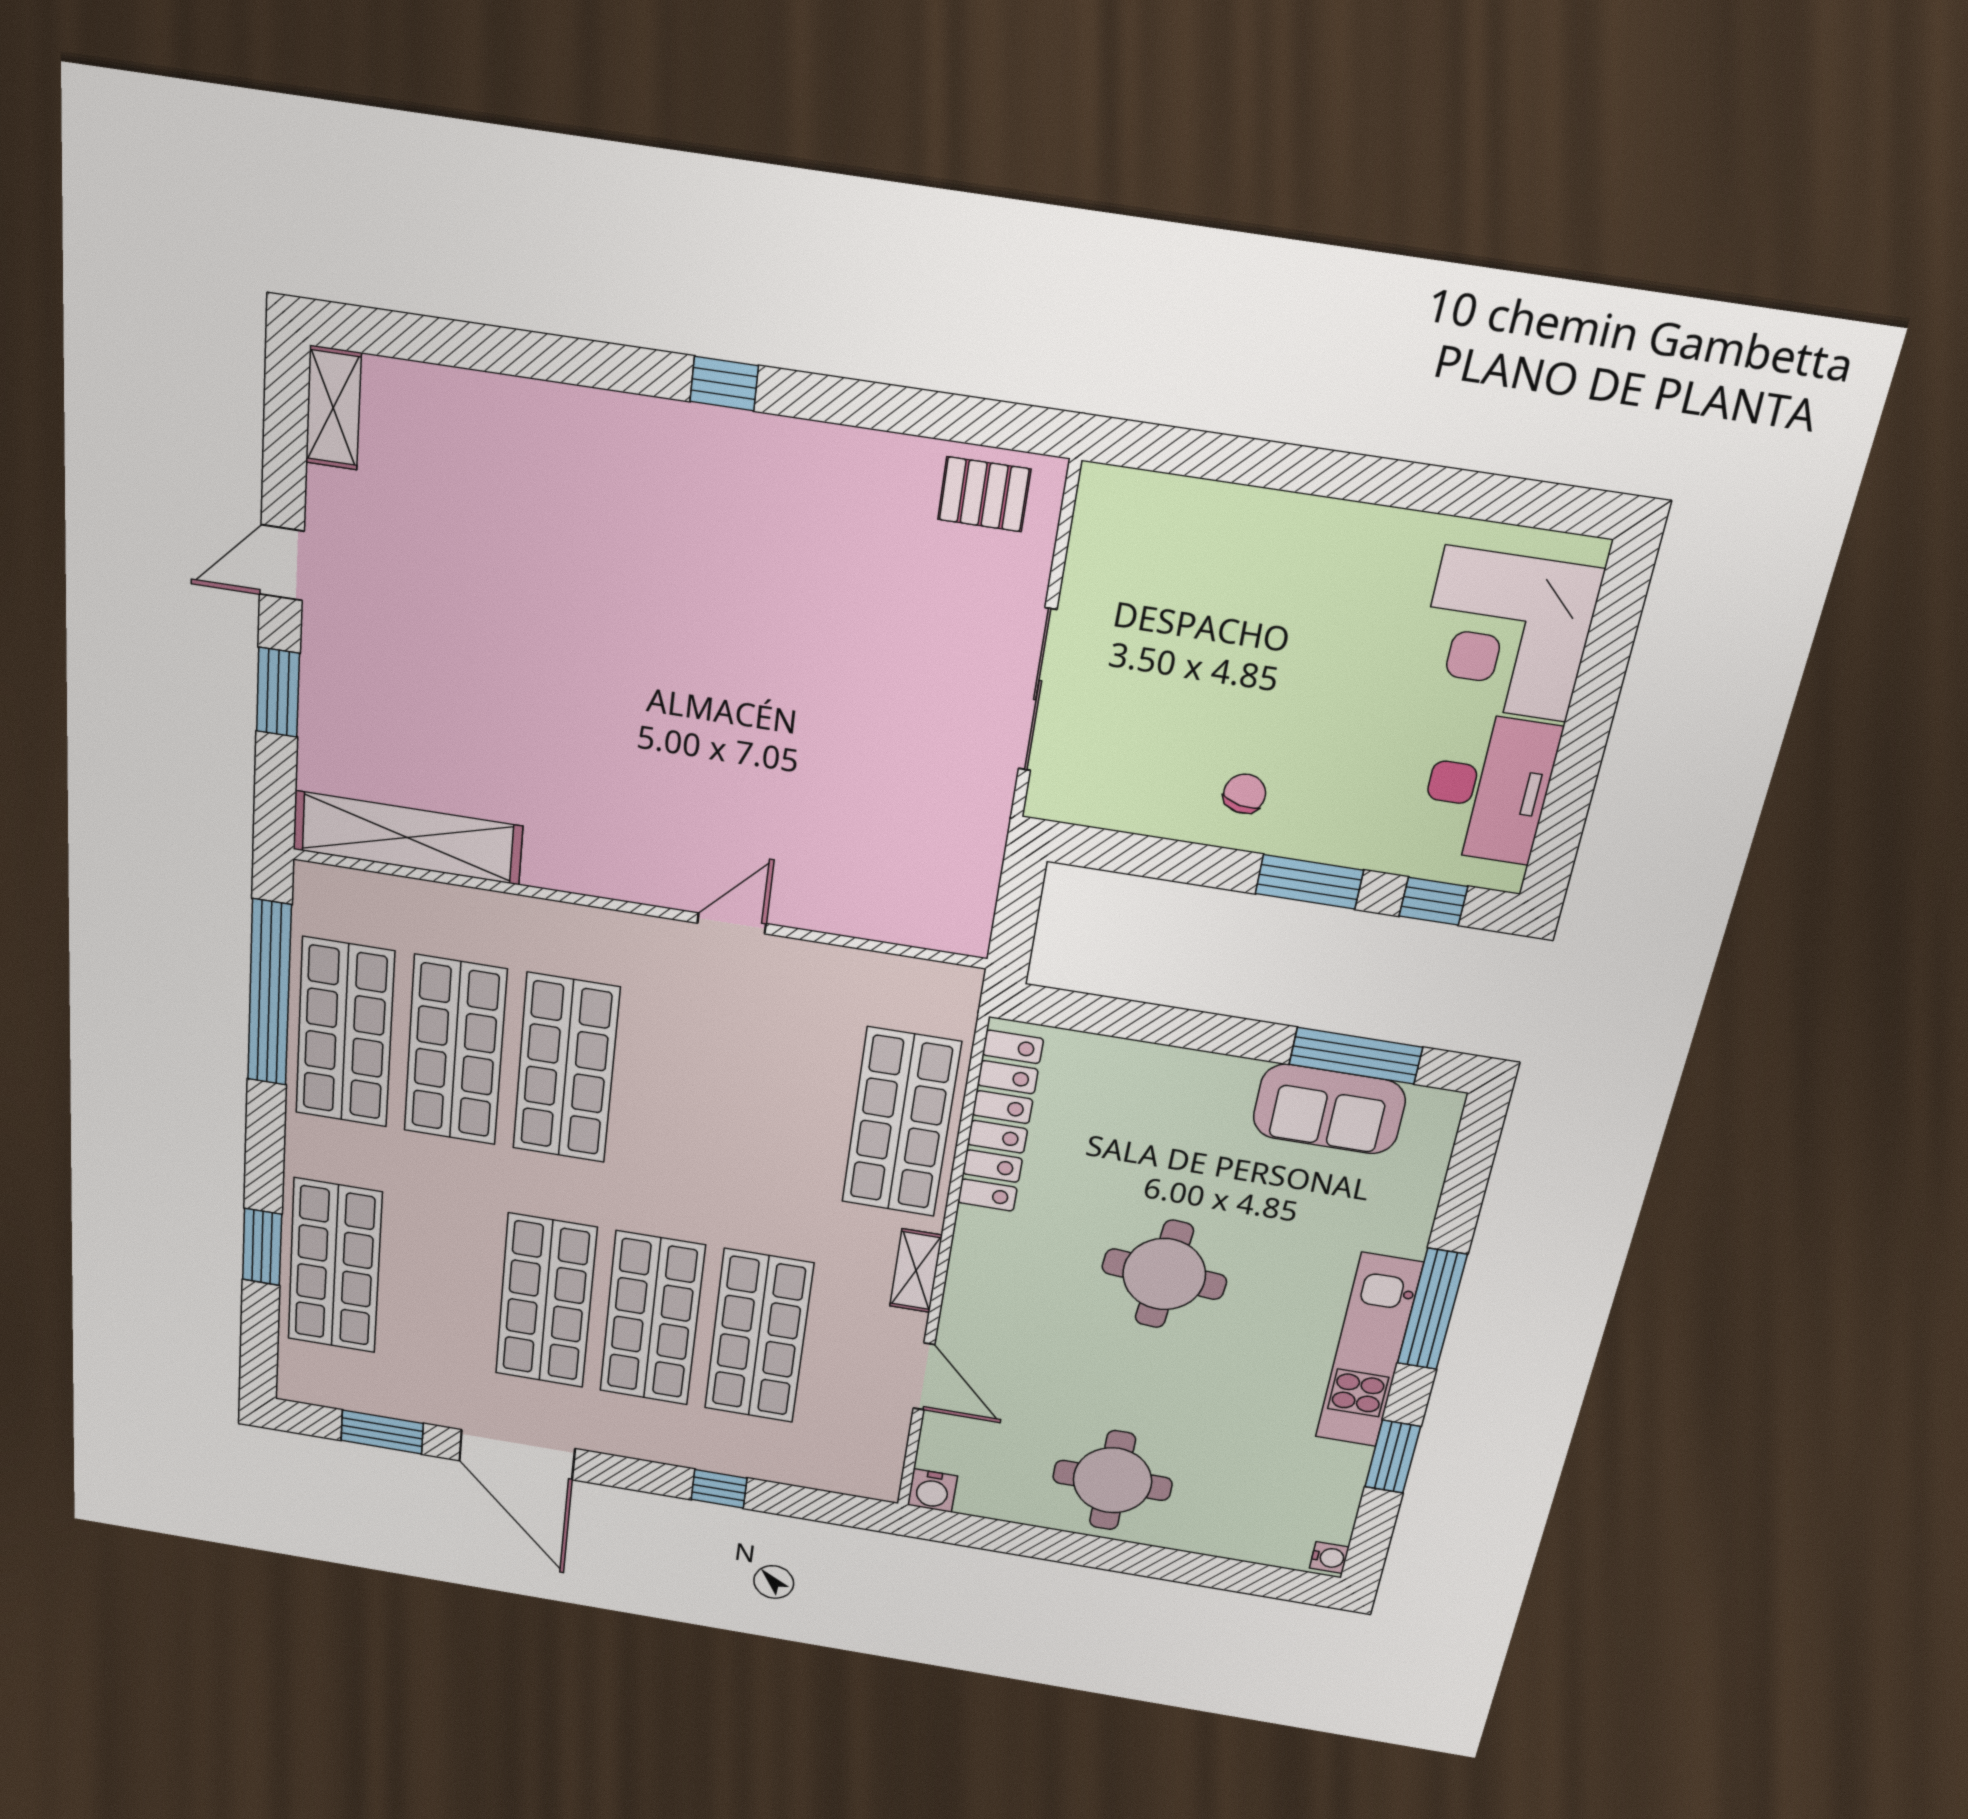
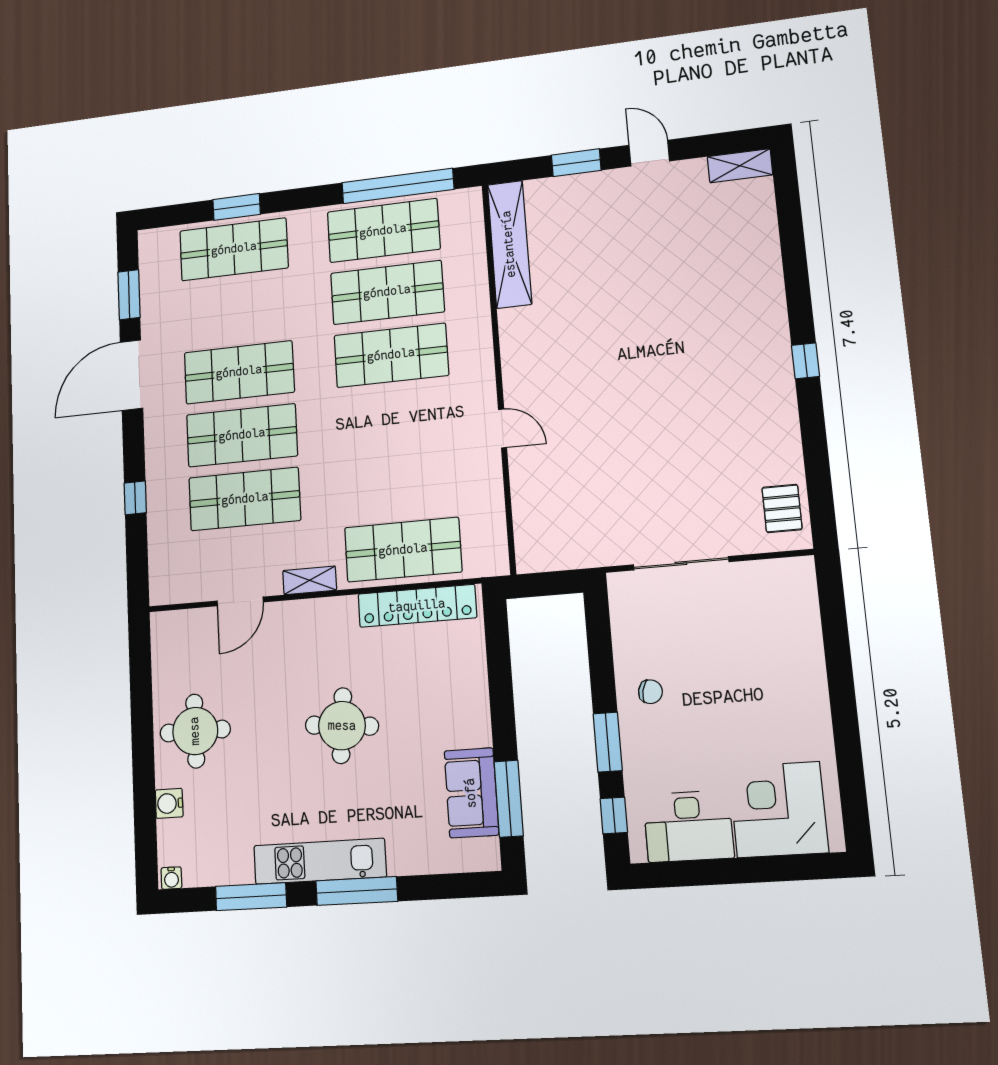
window: (1393, 1457) -> (251, 897), width x1.44
water cooler: (932, 1491) -> (169, 803), moved

